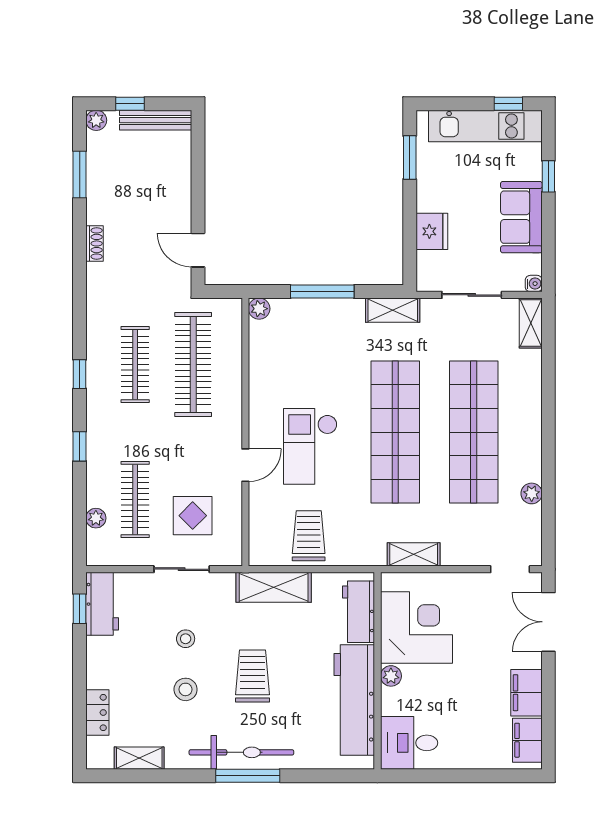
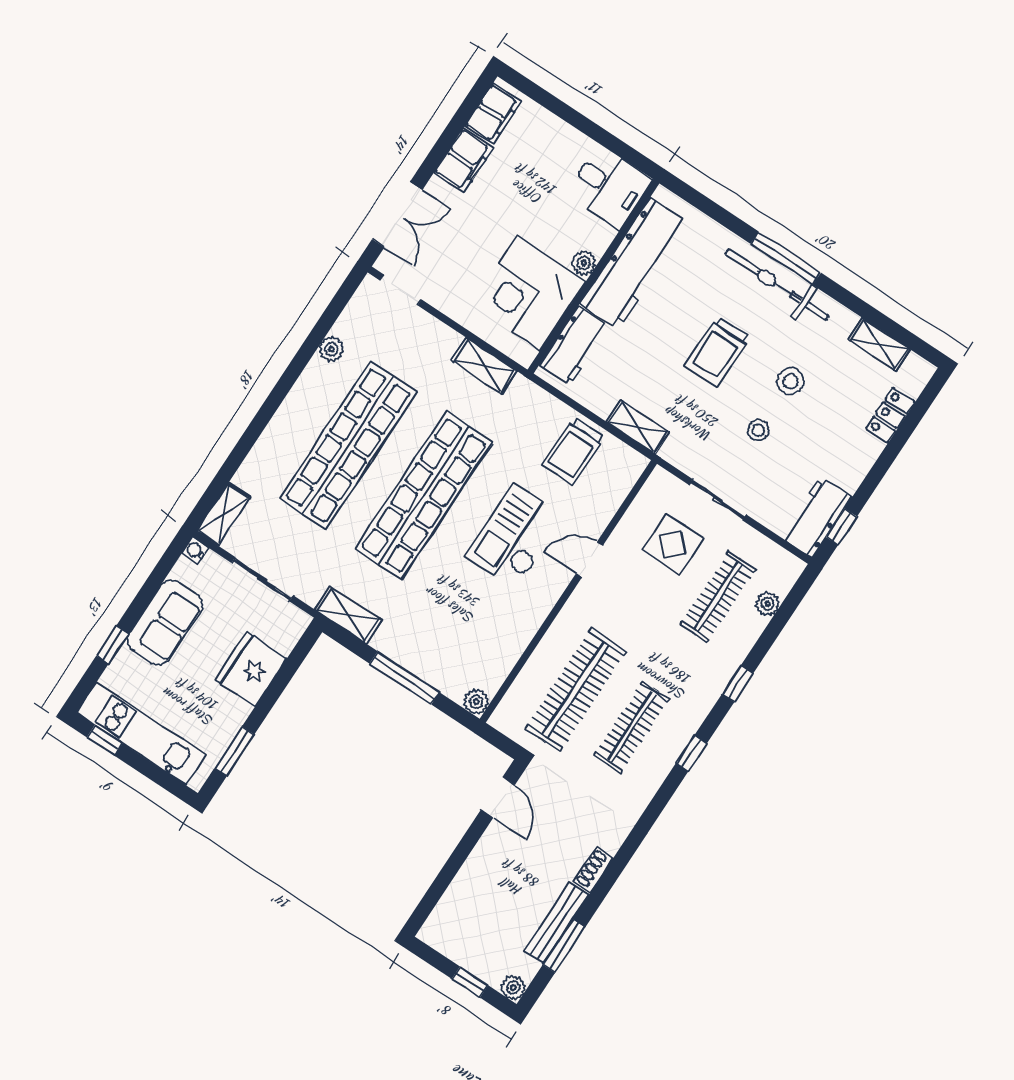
bench: (156, 120) -> (557, 923), moved, turned 90
fridge: (432, 231) -> (251, 669), width x1.36, depth x1.34
checkout: (310, 446) -> (515, 536), turned 180
shelving: (274, 587) -> (638, 427), width x0.67, depth x0.75

